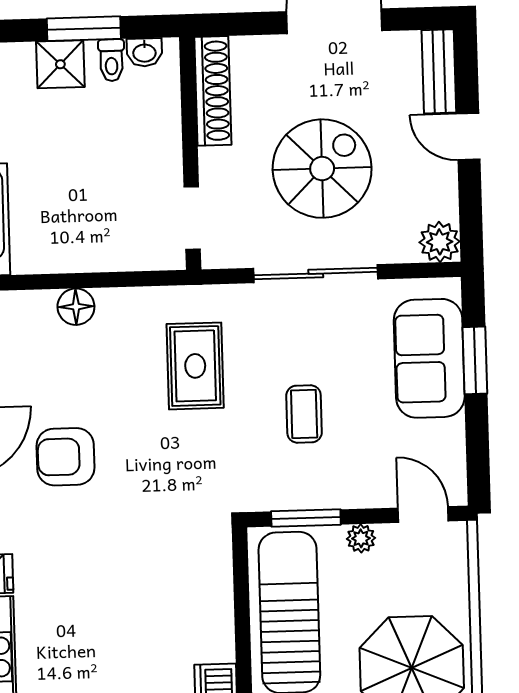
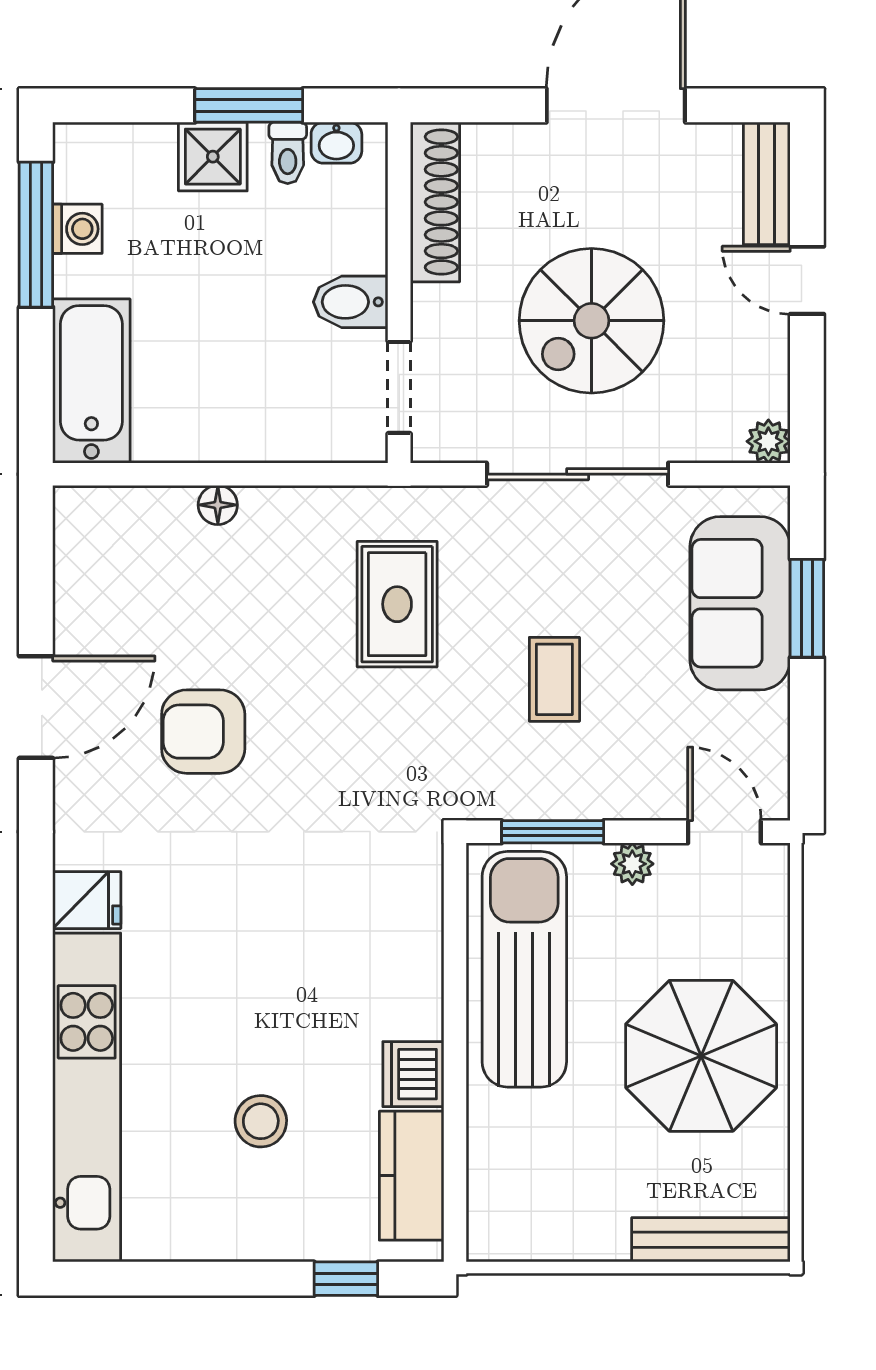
bidet: (157, 161) -> (351, 302), added
spiral stairs: (322, 169) -> (592, 321), turned 180
plant: (440, 242) -> (768, 441), width x0.73, depth x0.73
floor lamp: (76, 307) -> (218, 505), width x0.73, depth x0.73

